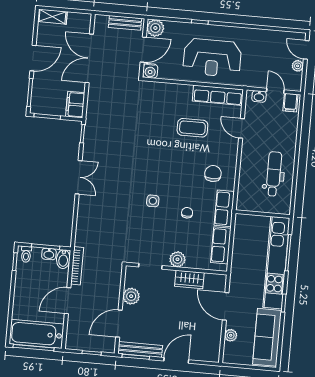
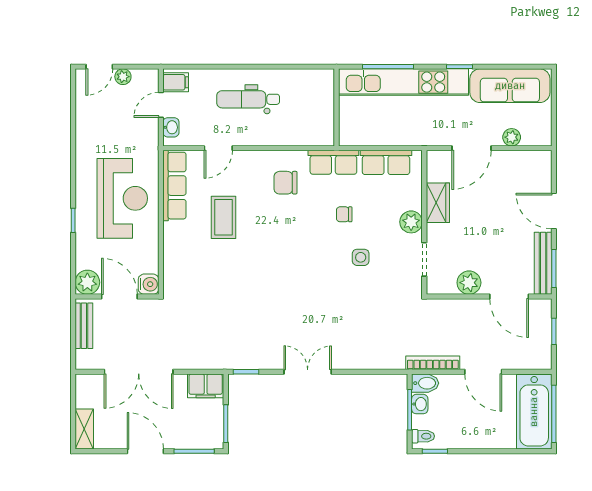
dental chair: (274, 174) -> (248, 99), moved
side table: (153, 201) -> (361, 257), moved

